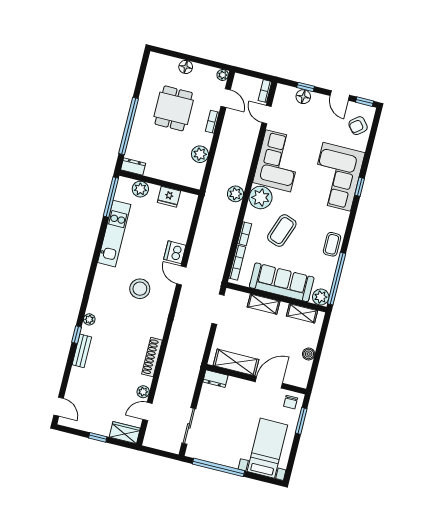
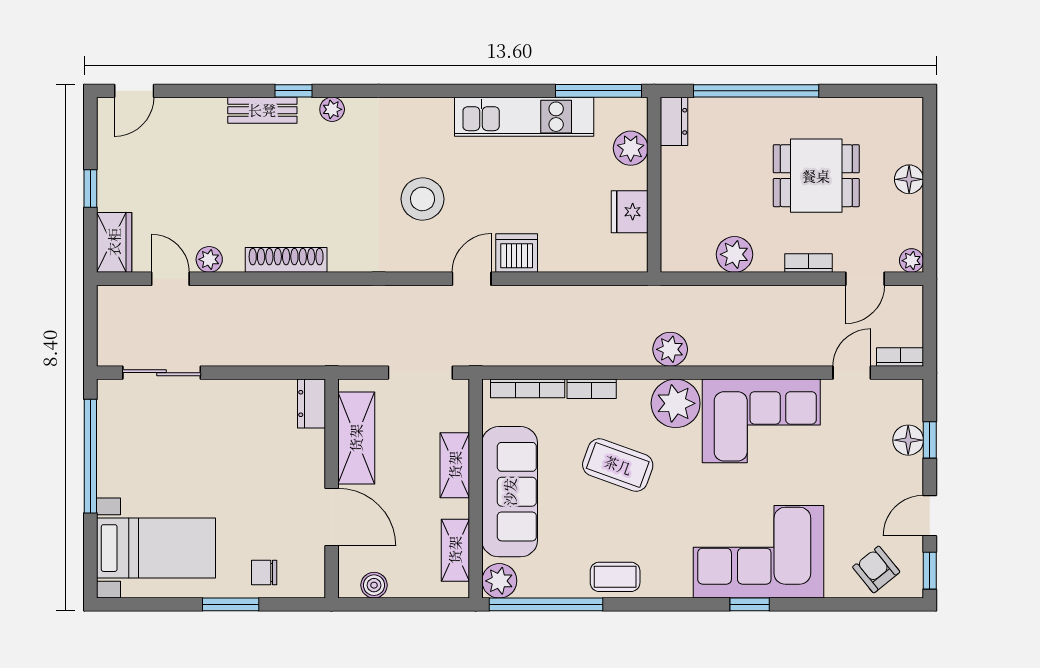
shelving: (236, 362) -> (356, 438), moved
dresser: (215, 379) -> (312, 403), moved
wall: (256, 379) -> (332, 489), moved
door: (269, 382) -> (332, 517), moved

